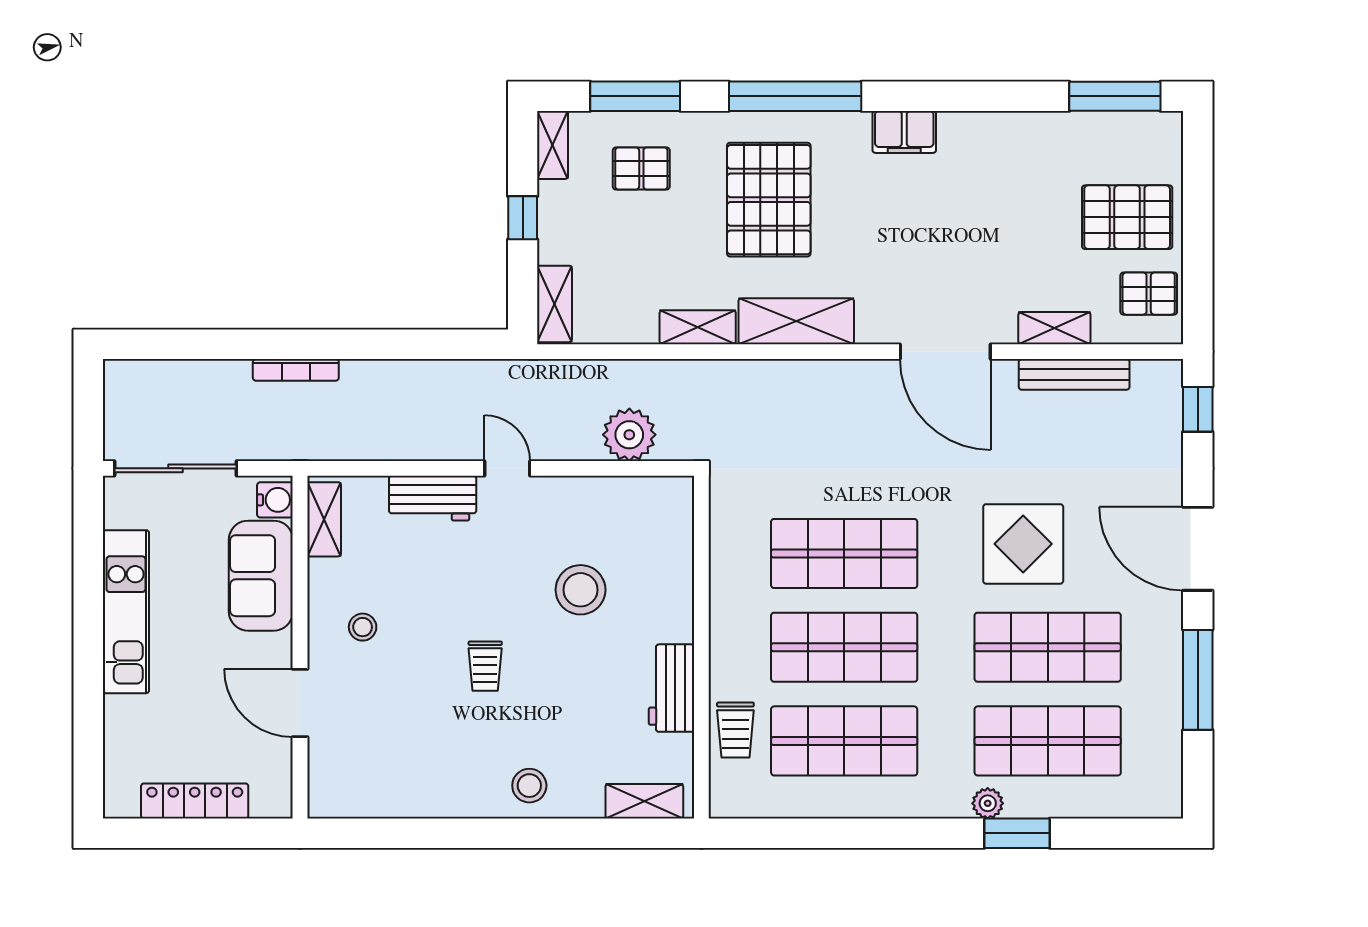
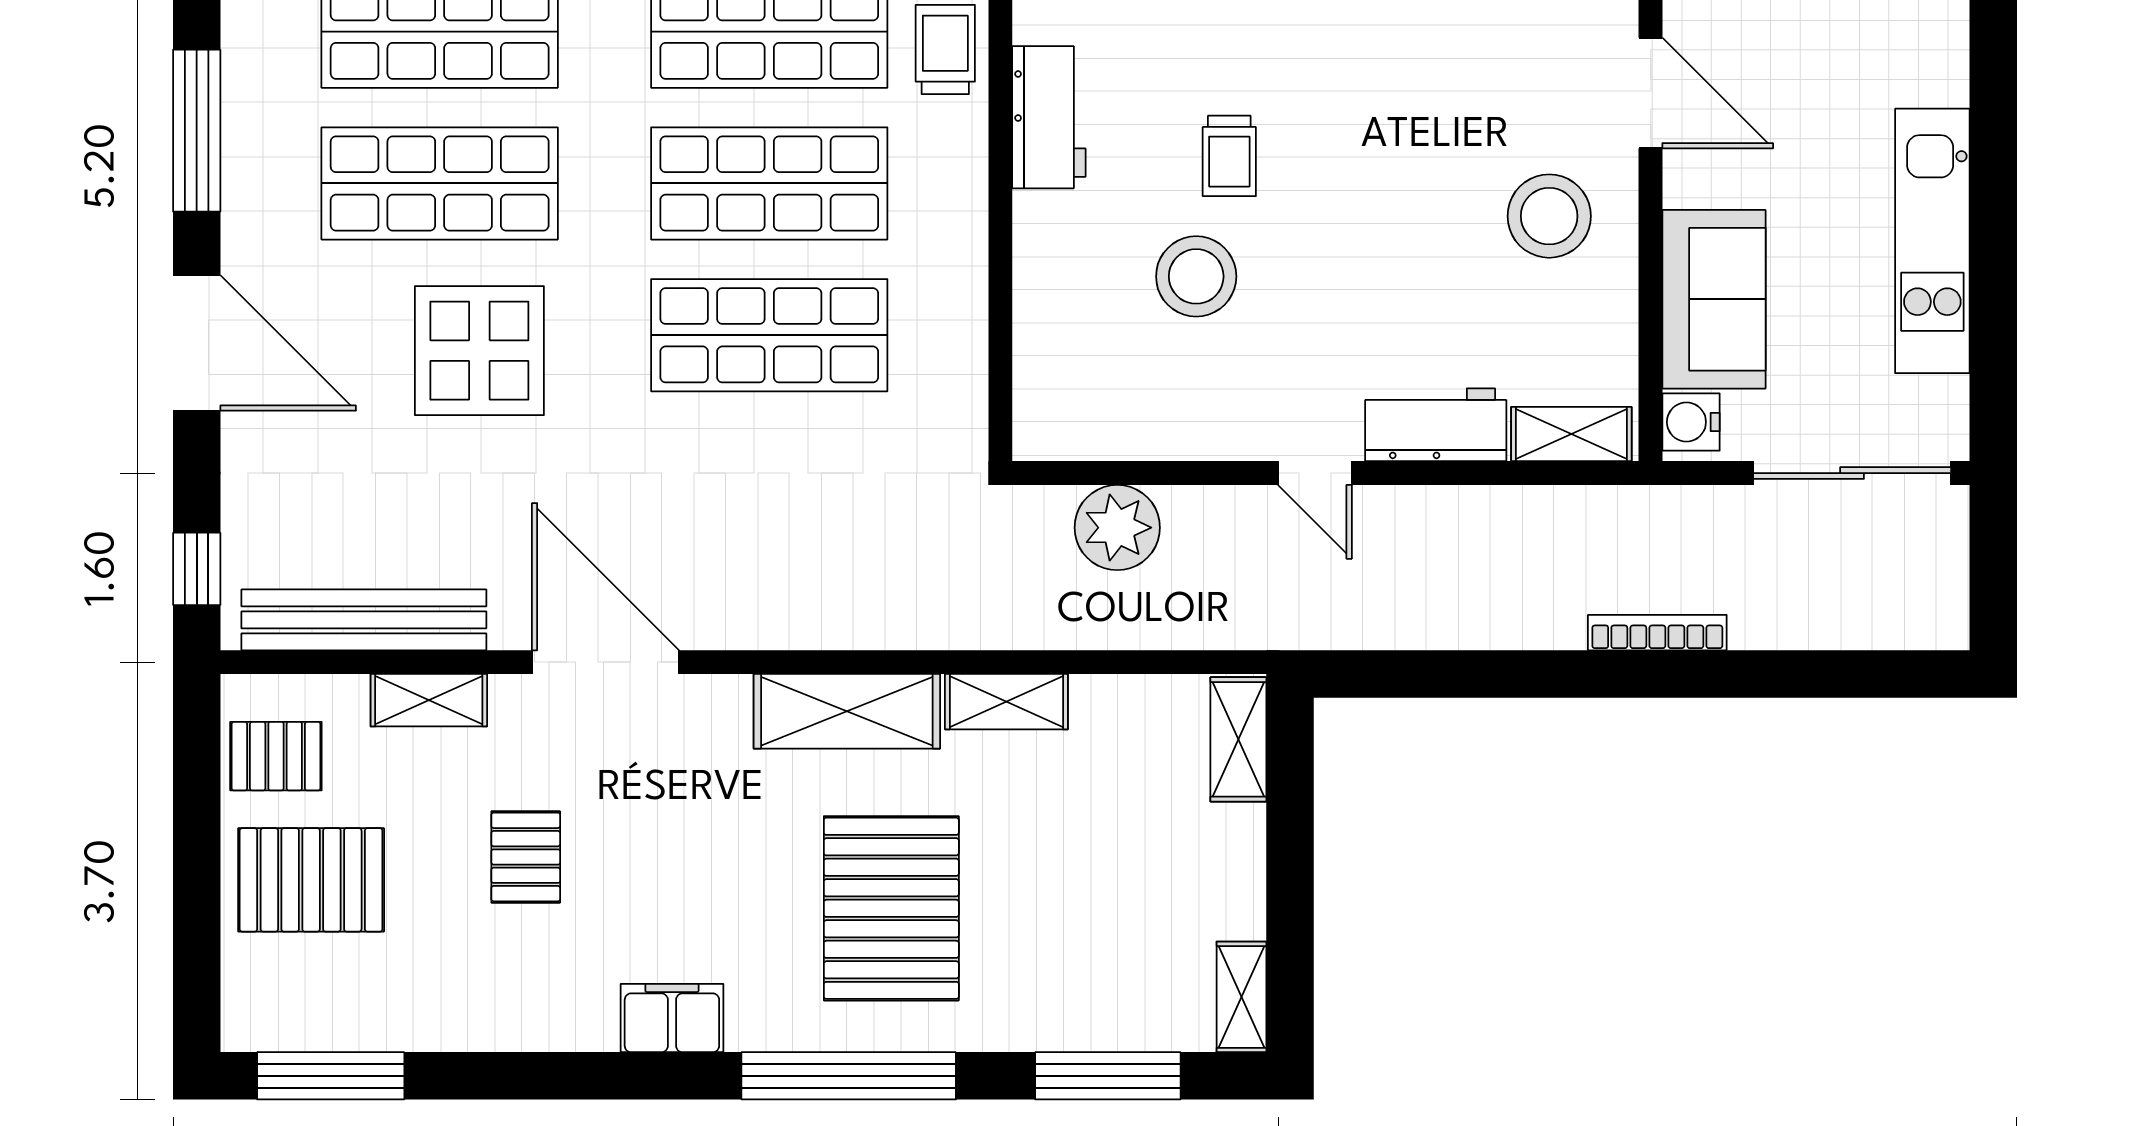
pallet: (641, 169) -> (526, 857), moved, turned 90
window: (523, 218) -> (1290, 879), removed
bench: (1074, 374) -> (364, 620), width x1.37, depth x1.21
shelving: (324, 519) -> (1571, 434), moved, turned 90
stool: (363, 627) -> (1549, 216), width x1.89, depth x1.89
trolley: (485, 666) -> (1229, 156), moved, turned 180

